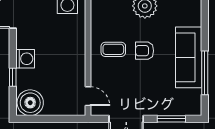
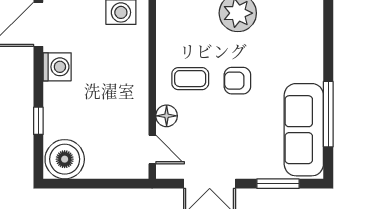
sofa: (189, 57) -> (304, 130), moved
washing machine: (25, 59) -> (57, 67), moved
floor lamp: (98, 74) -> (167, 116), added

